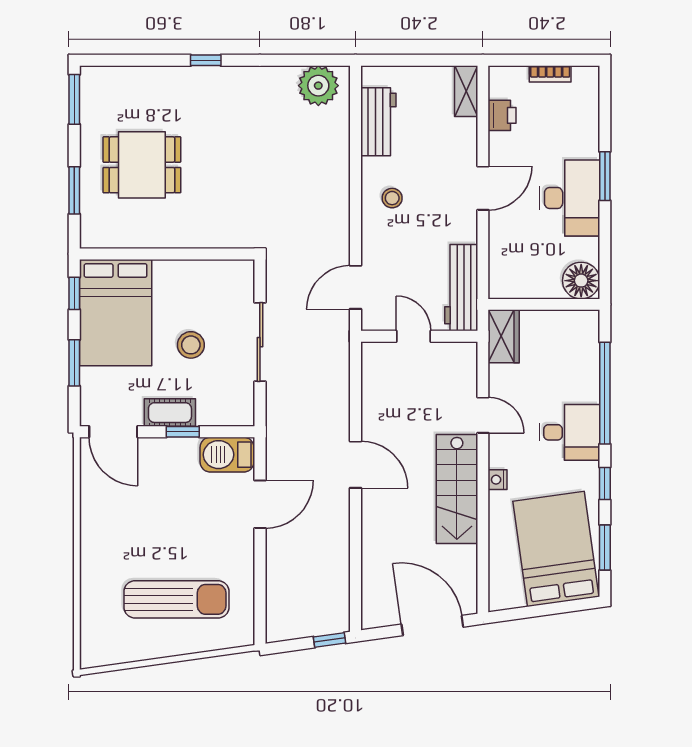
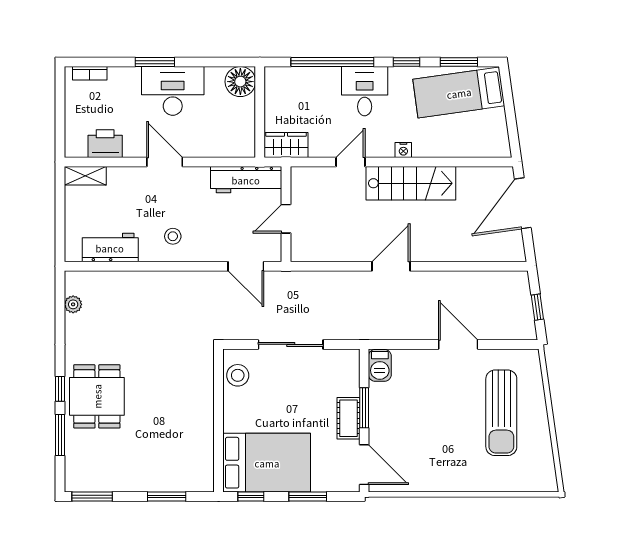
window: (149, 60) -> (60, 435), added
bookcase: (550, 74) -> (90, 73), moved, turned 90
plant: (318, 86) -> (73, 304), width x0.53, depth x0.53
printer: (502, 115) -> (105, 144), width x1.36, depth x1.24
dining table: (142, 165) -> (97, 396), moved
stool: (191, 345) -> (238, 375), moved
door: (113, 432) -> (364, 465), hinge flipped
window: (183, 432) -> (364, 408), width x1.50
barbecue: (227, 455) -> (380, 365), width x0.73, depth x0.79
door: (260, 504) -> (458, 344), moved
bed: (556, 549) -> (459, 93), width x0.67
sun lounger: (177, 599) -> (501, 413), turned 180
window: (329, 640) -> (537, 307), moved

